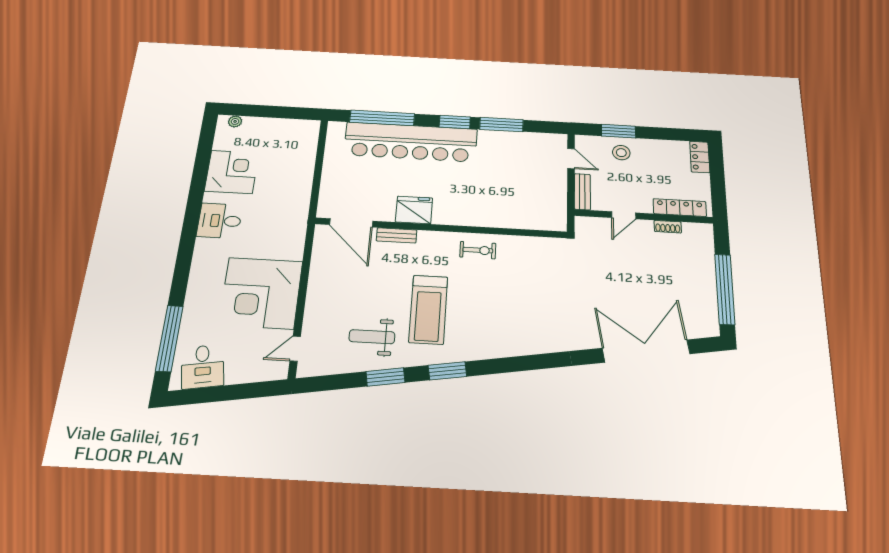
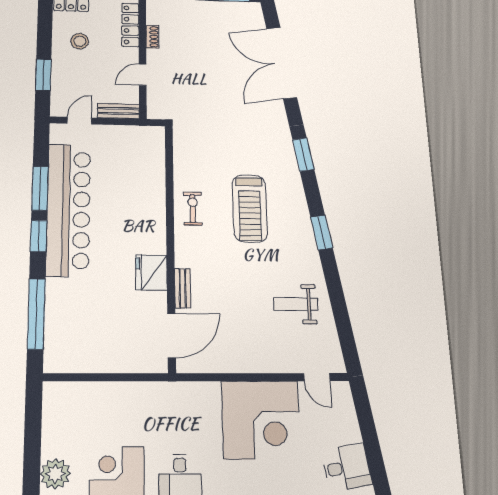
plant: (235, 121) -> (55, 474), width x1.88, depth x1.88
bar counter: (411, 142) -> (68, 209), moved
stool: (621, 153) -> (80, 41), moved
door: (624, 215) -> (143, 75), swing flipped
treadmill: (428, 310) -> (250, 208), moved, turned 90
weight bench: (372, 337) -> (296, 304), turned 90
window: (385, 377) -> (303, 155), moved

